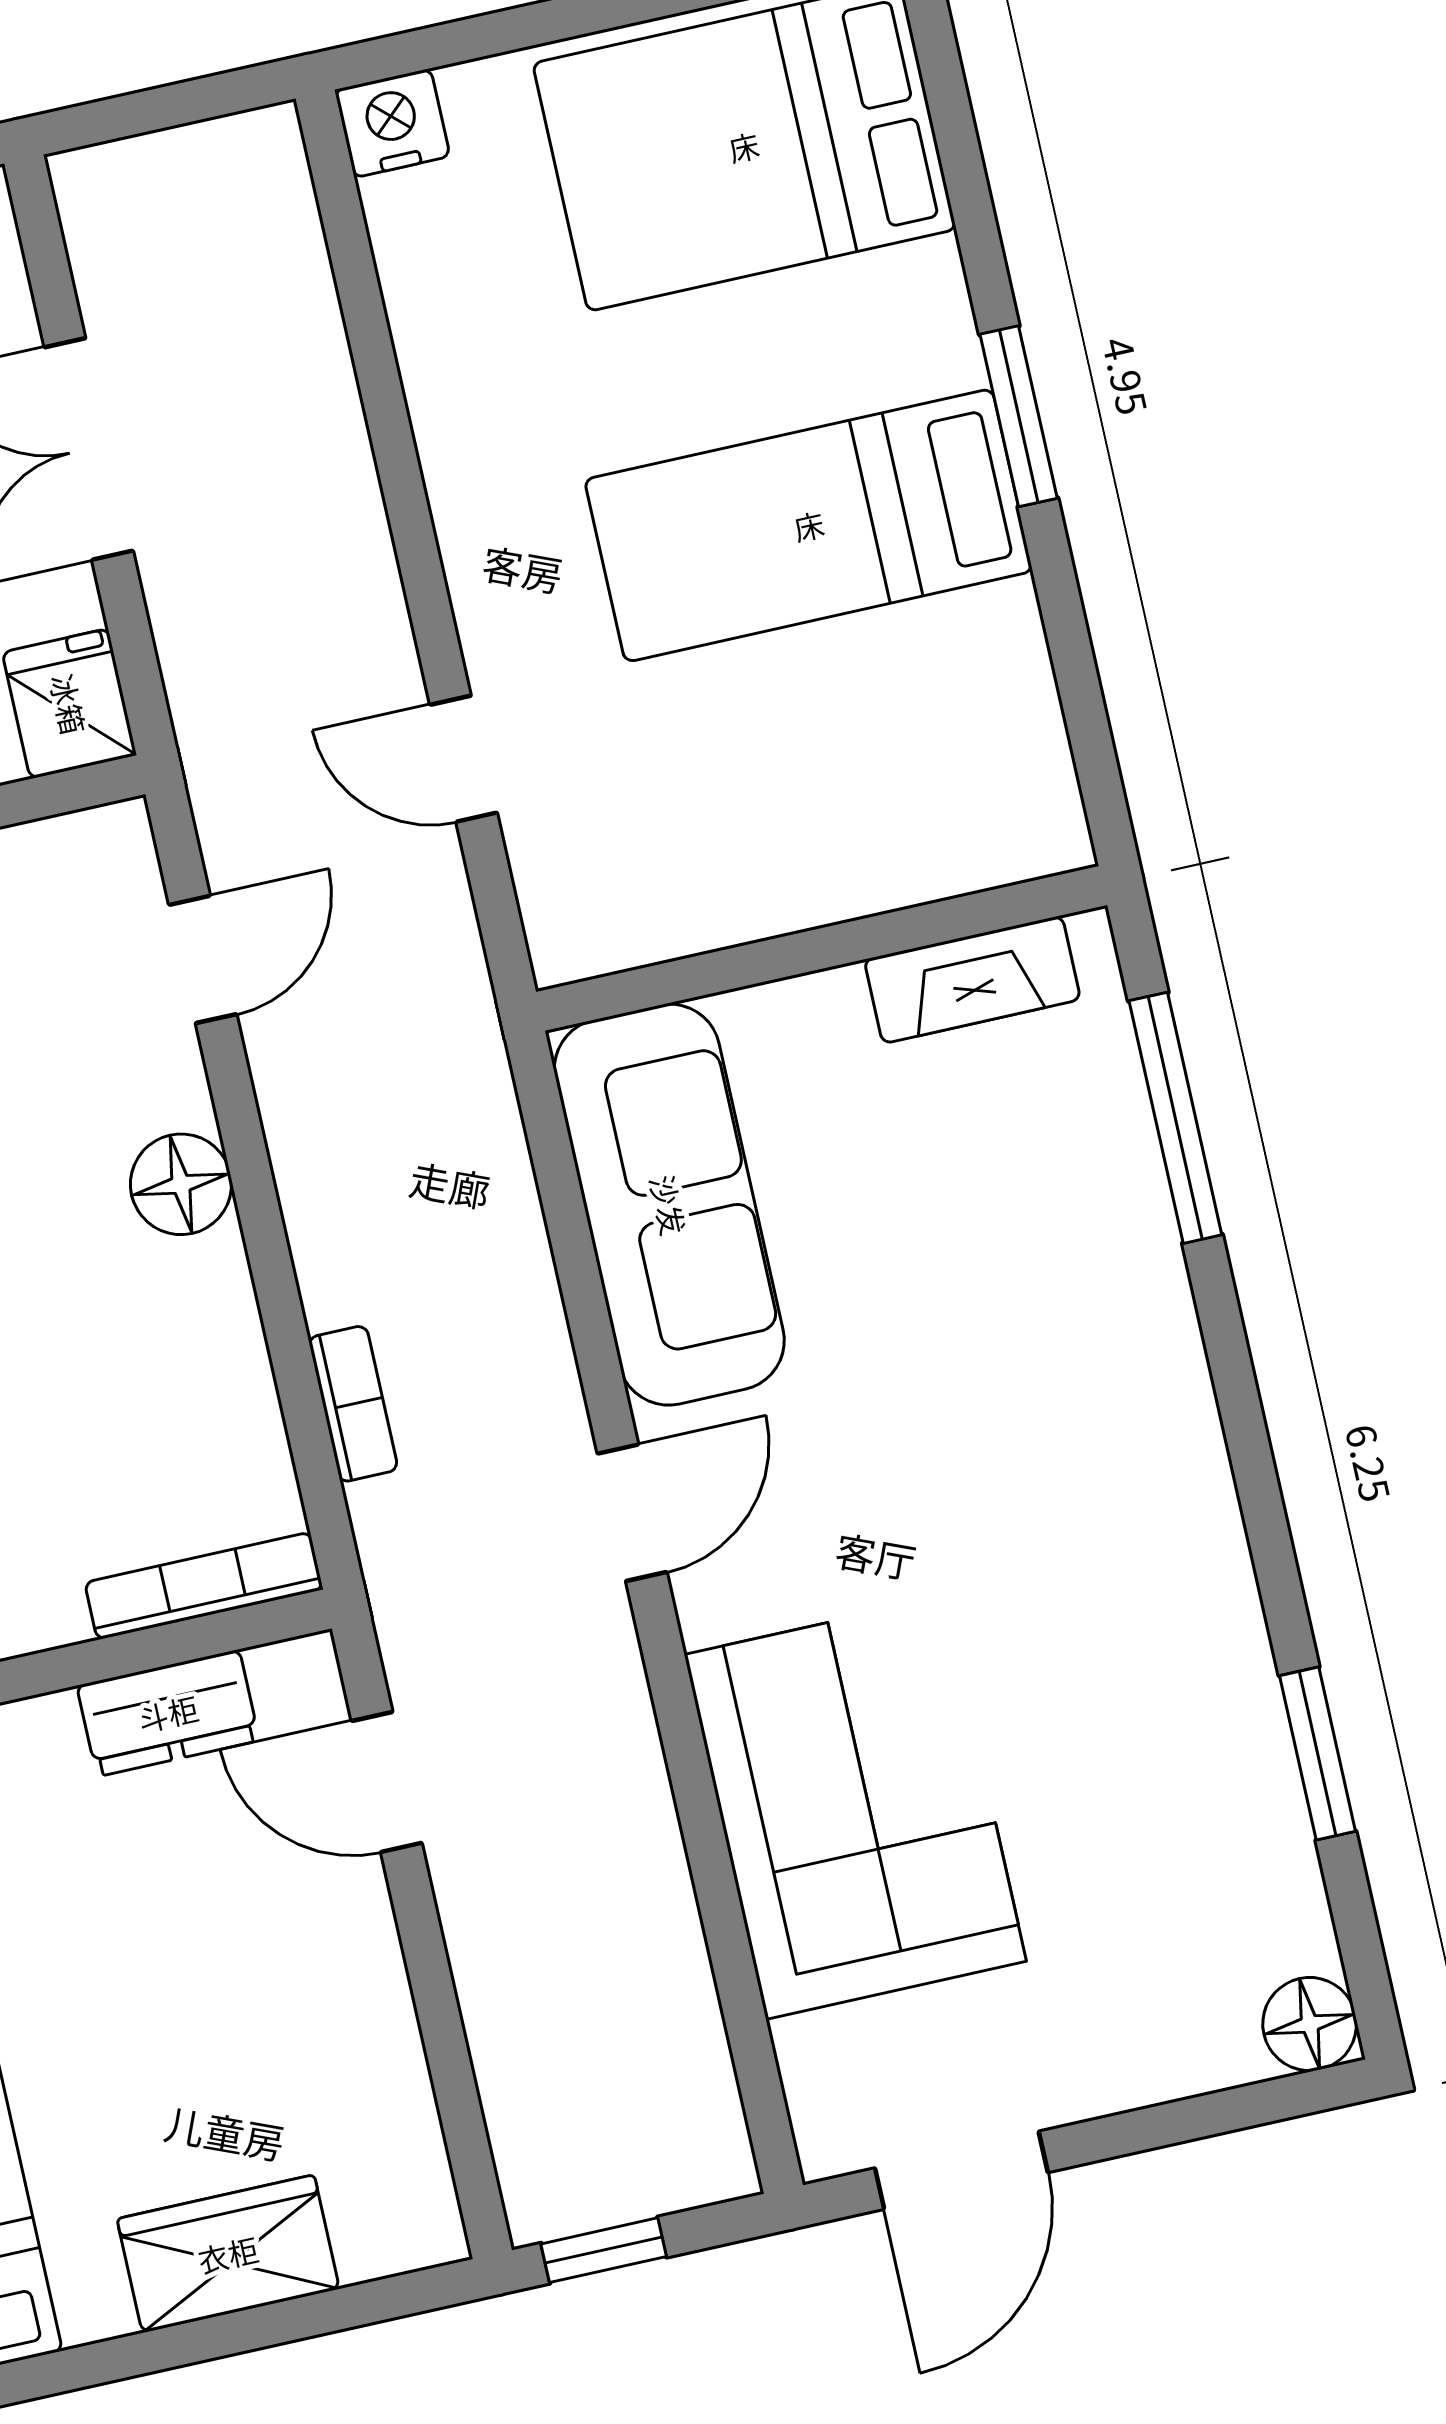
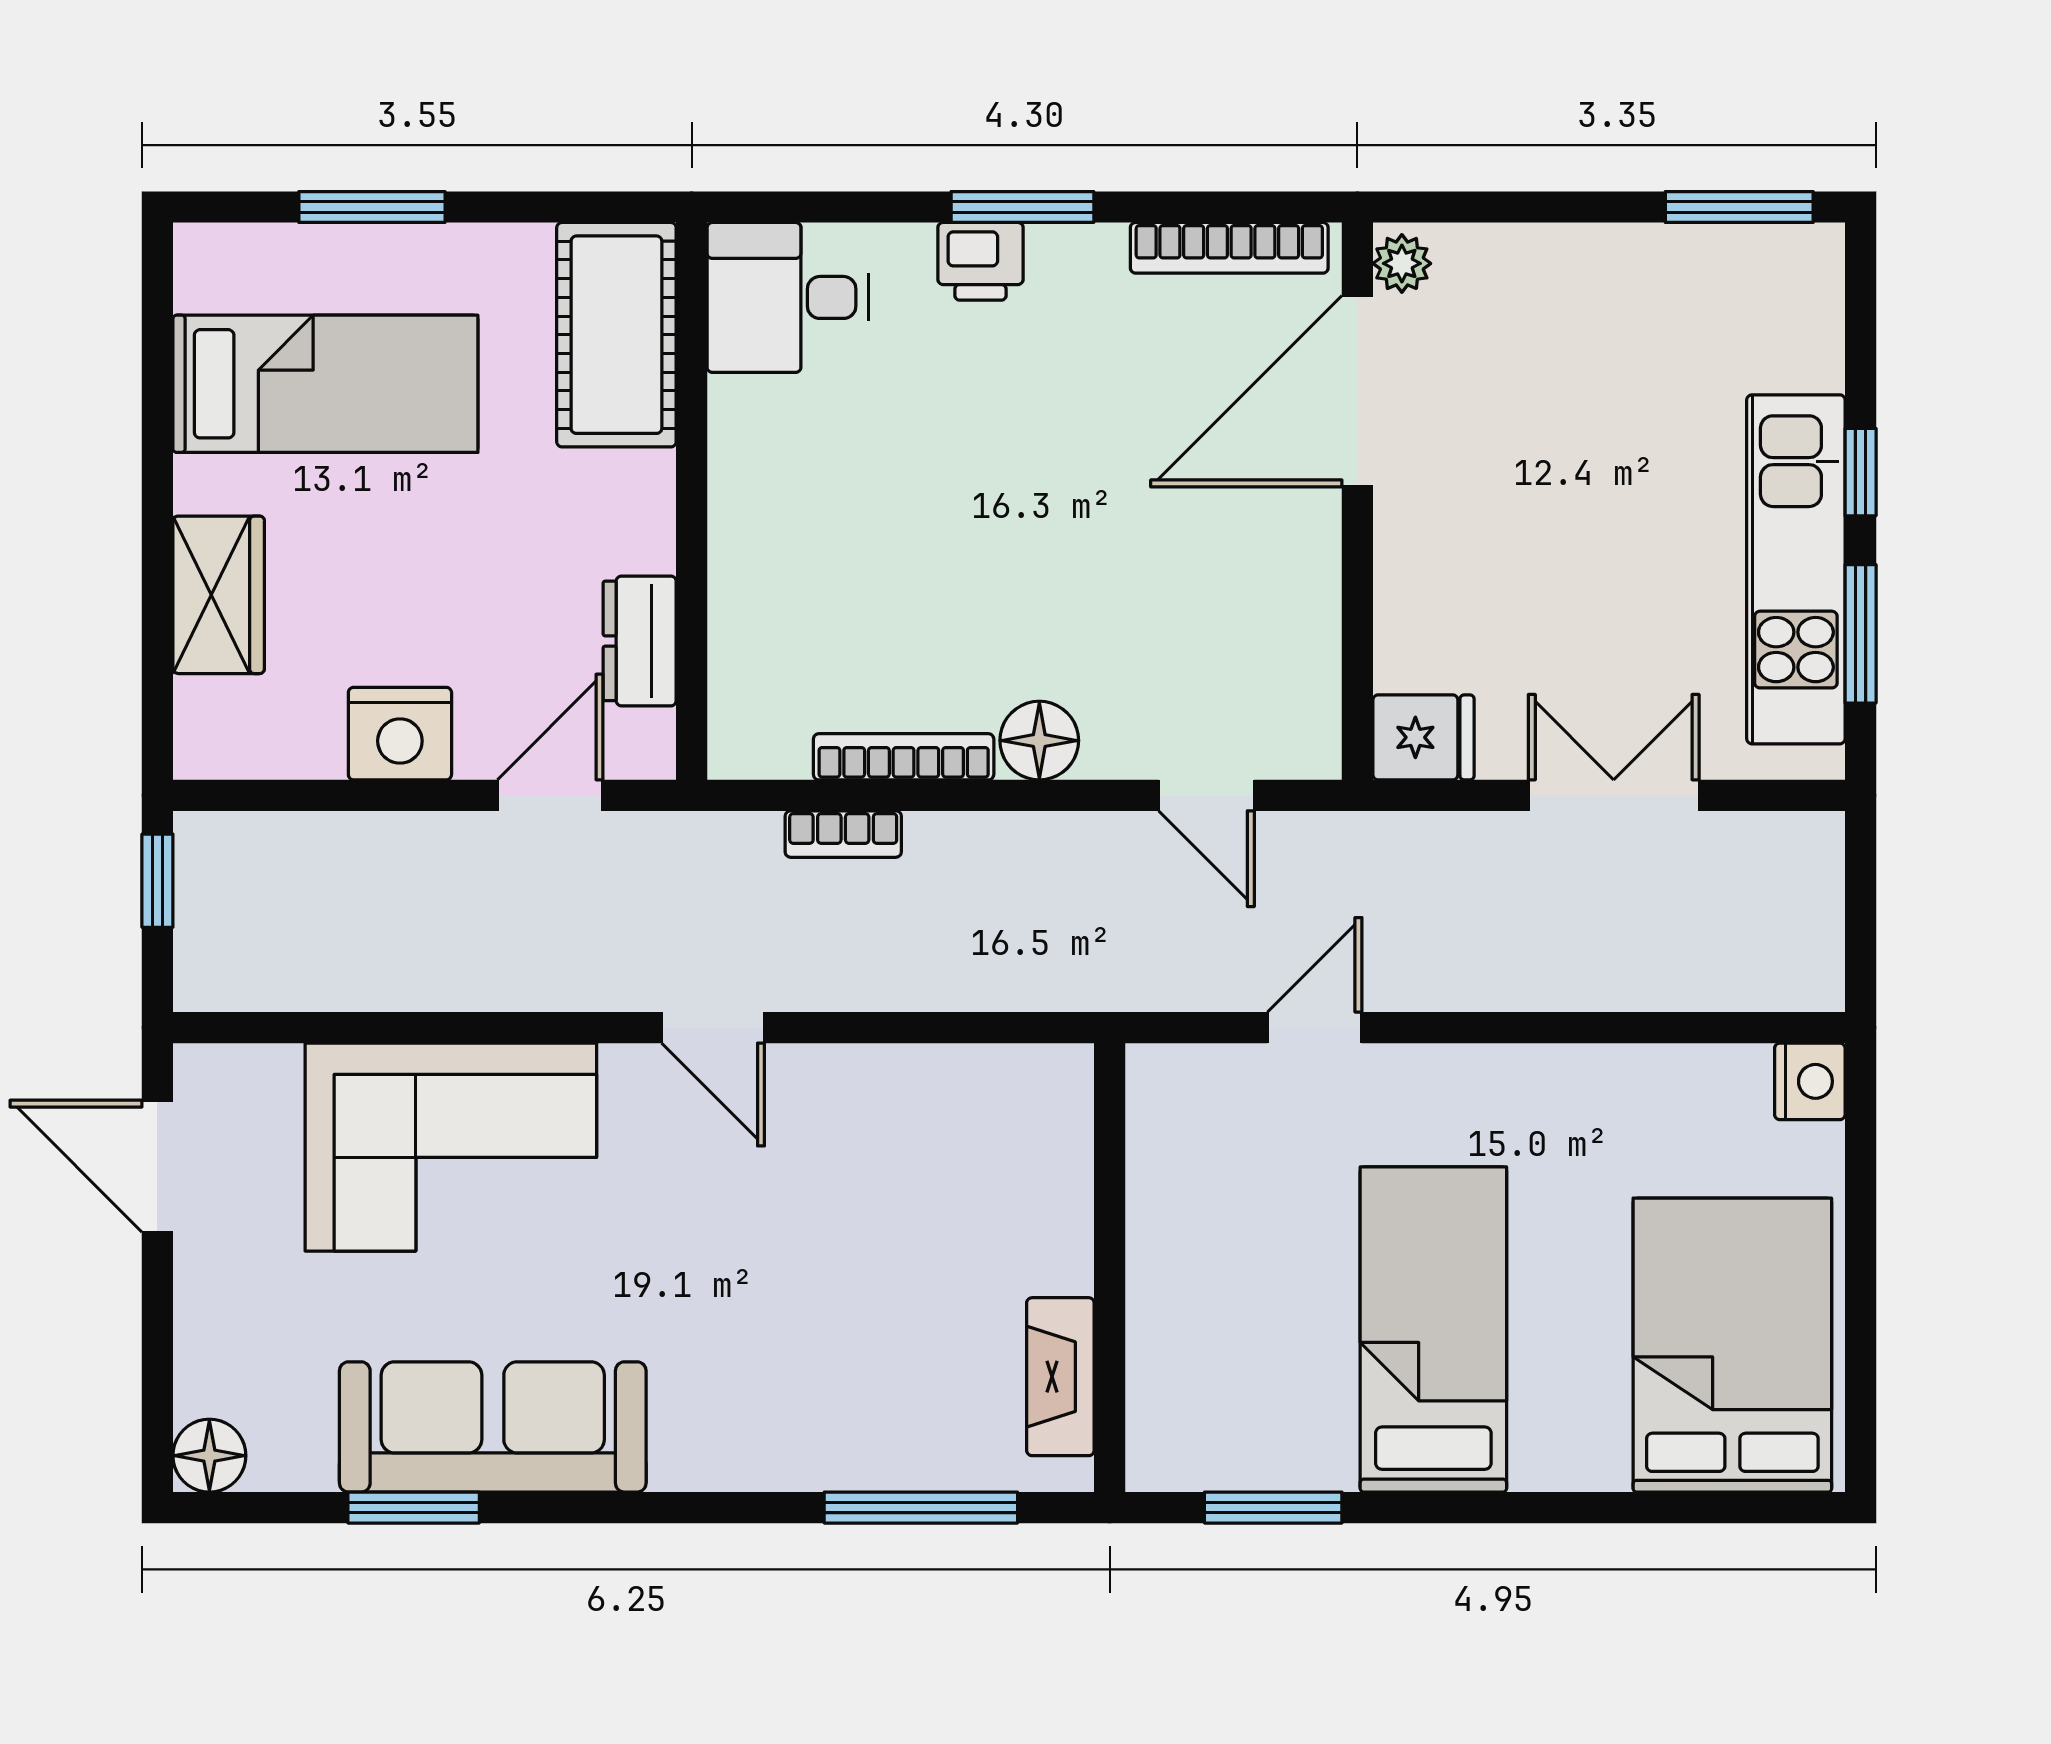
window: (1019, 416) -> (1273, 1508), moved
sofa: (669, 1205) -> (493, 1427), moved, turned 180
bookcase: (204, 1586) -> (904, 757), moved, turned -90
nightstand: (351, 1988) -> (400, 734), added

